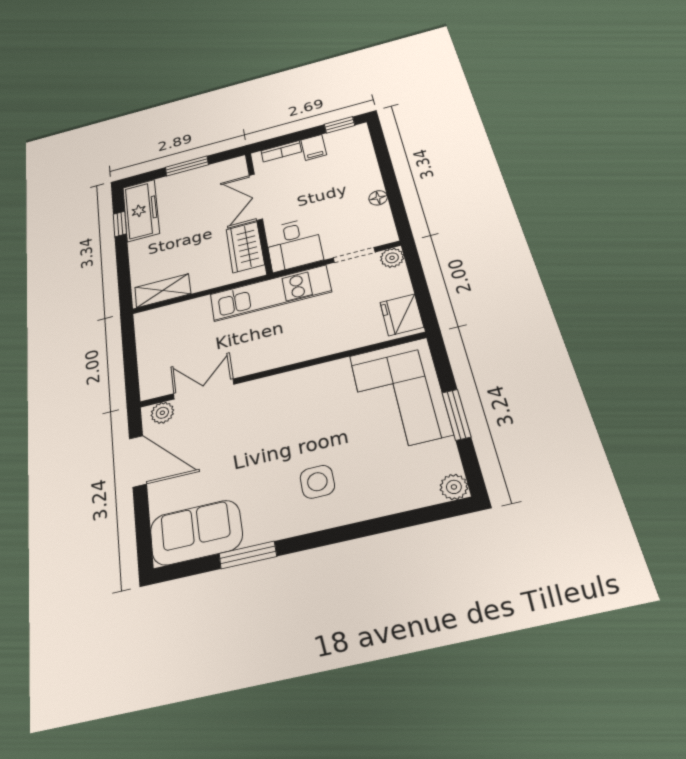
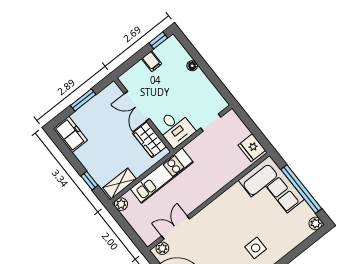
bookcase: (281, 151) -> (134, 70), removed
floor lamp: (378, 198) -> (192, 66), moved
freezer: (141, 210) -> (70, 134), width x0.71
window: (120, 224) -> (89, 181), moved
plant: (392, 258) -> (121, 204), moved
kitchen unit: (270, 293) -> (162, 176), moved
window: (456, 415) -> (301, 189), width x2.11

